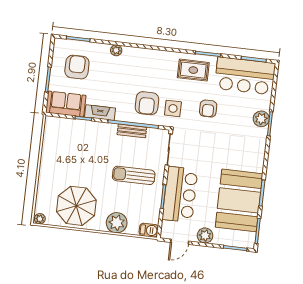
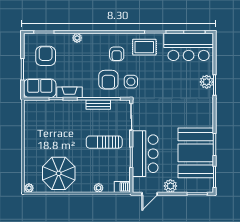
armchair: (208, 109) -> (117, 54), moved
plant: (117, 223) -> (99, 188), width x0.53, depth x0.53

